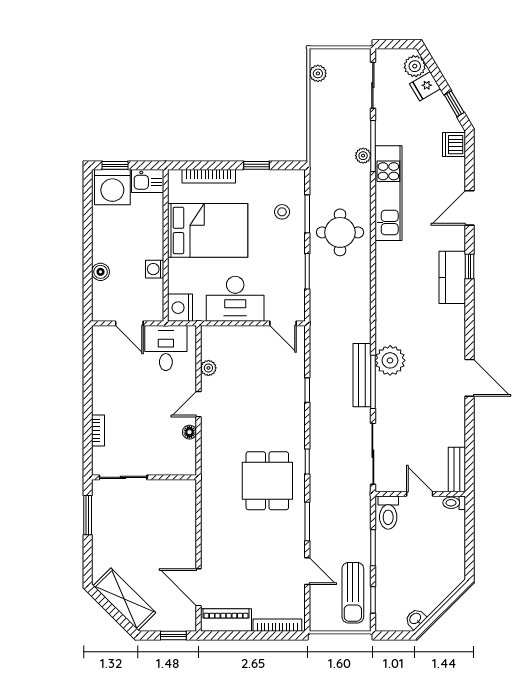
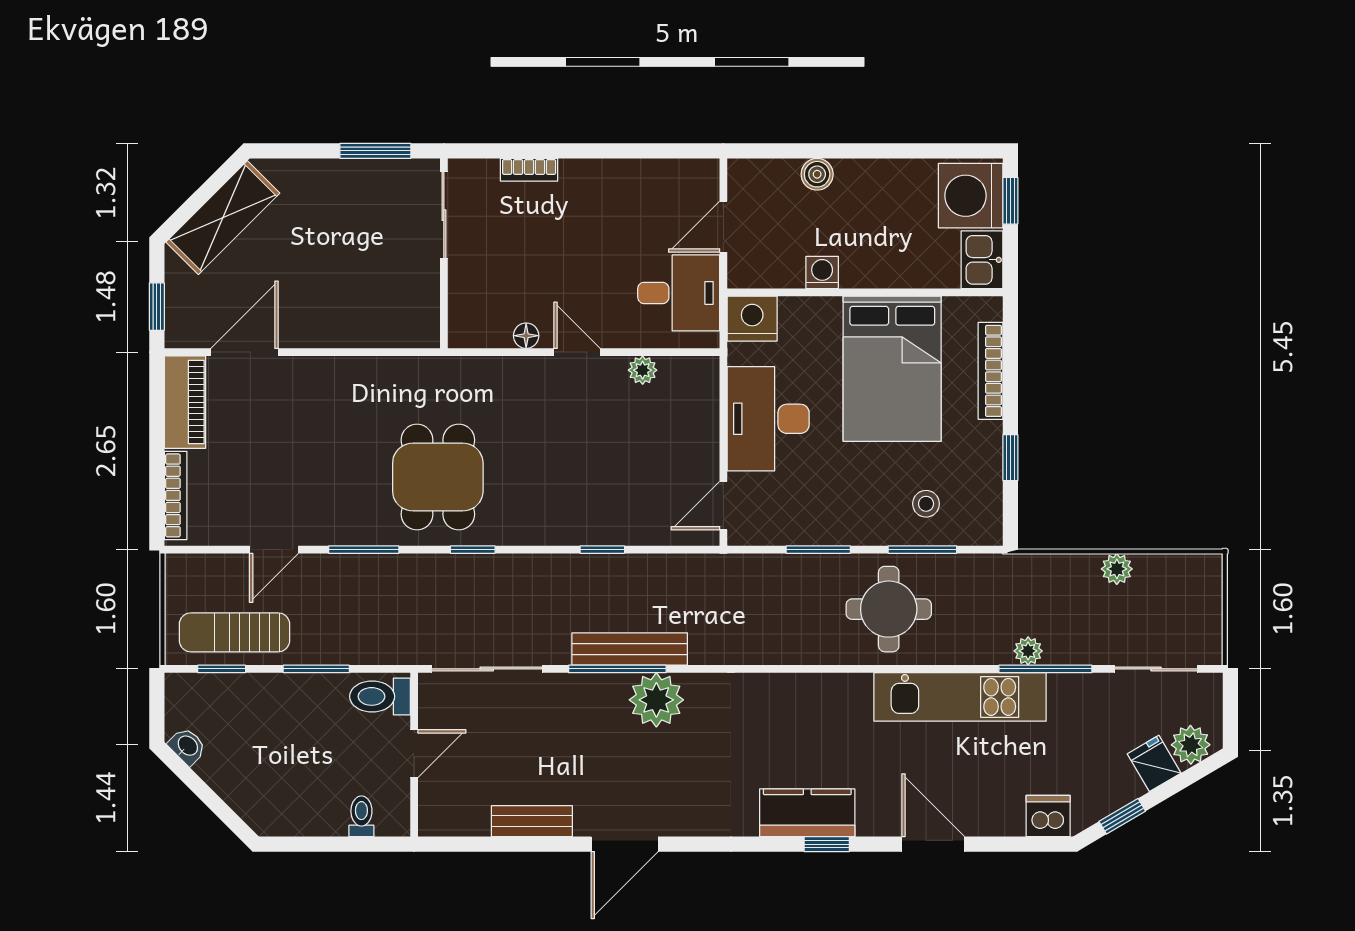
plant: (318, 73) -> (1117, 569), moved
bench: (457, 469) -> (532, 821), moved
dining table: (267, 481) -> (438, 477), turned 90
toilet: (454, 503) -> (361, 816), moved

